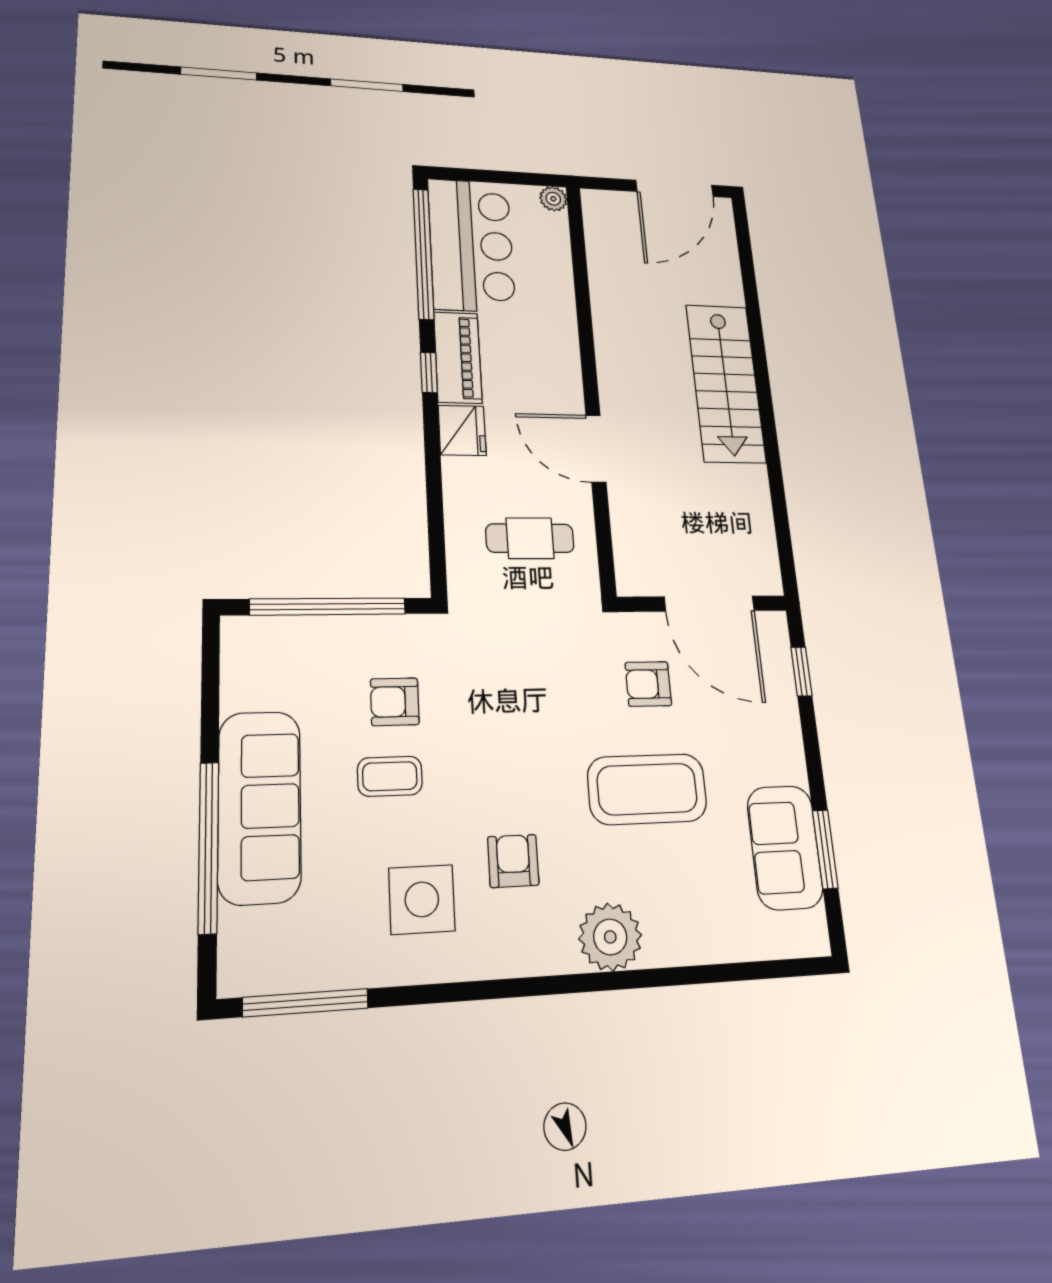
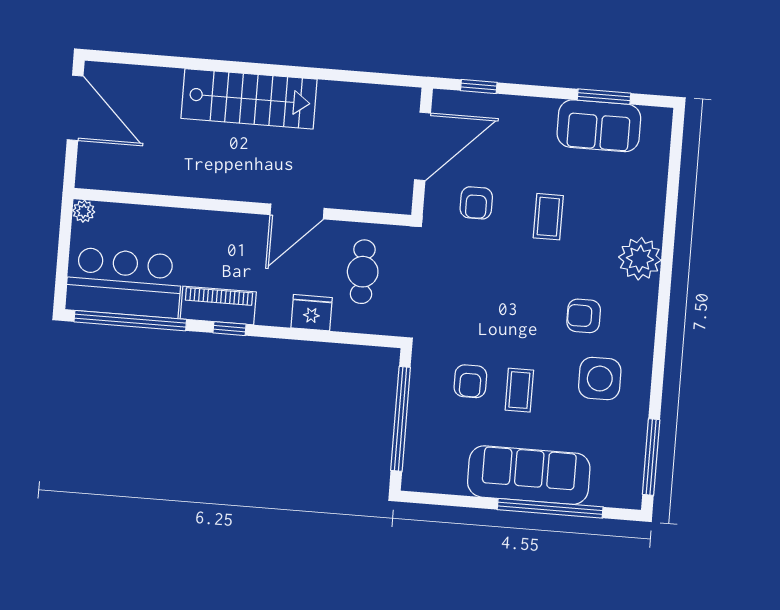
fridge: (462, 430) -> (312, 313), moved
coffee table: (647, 789) -> (548, 217), width x0.54, depth x0.58

